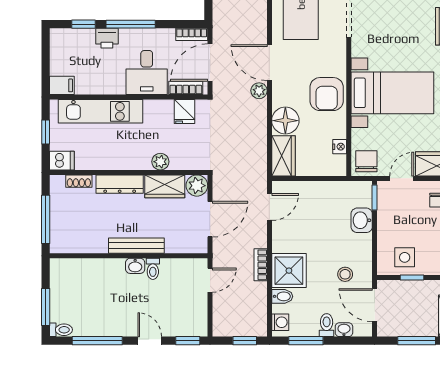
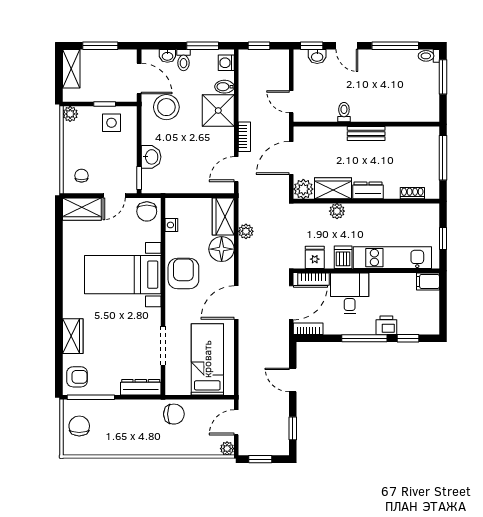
door: (269, 63) -> (236, 302), swing flipped
plant: (259, 91) -> (246, 231), moved
dishwasher: (62, 161) -> (343, 257), moved, turned 90
dresser: (120, 184) -> (368, 190), width x0.70
bench: (136, 246) -> (366, 134), width x0.73
bookcase: (261, 265) -> (244, 137), moved
washbasin: (135, 266) -> (317, 57), moved, turned 180
stool: (345, 274) -> (166, 107), width x1.89, depth x1.89
door: (210, 280) -> (291, 102), hinge flipped

